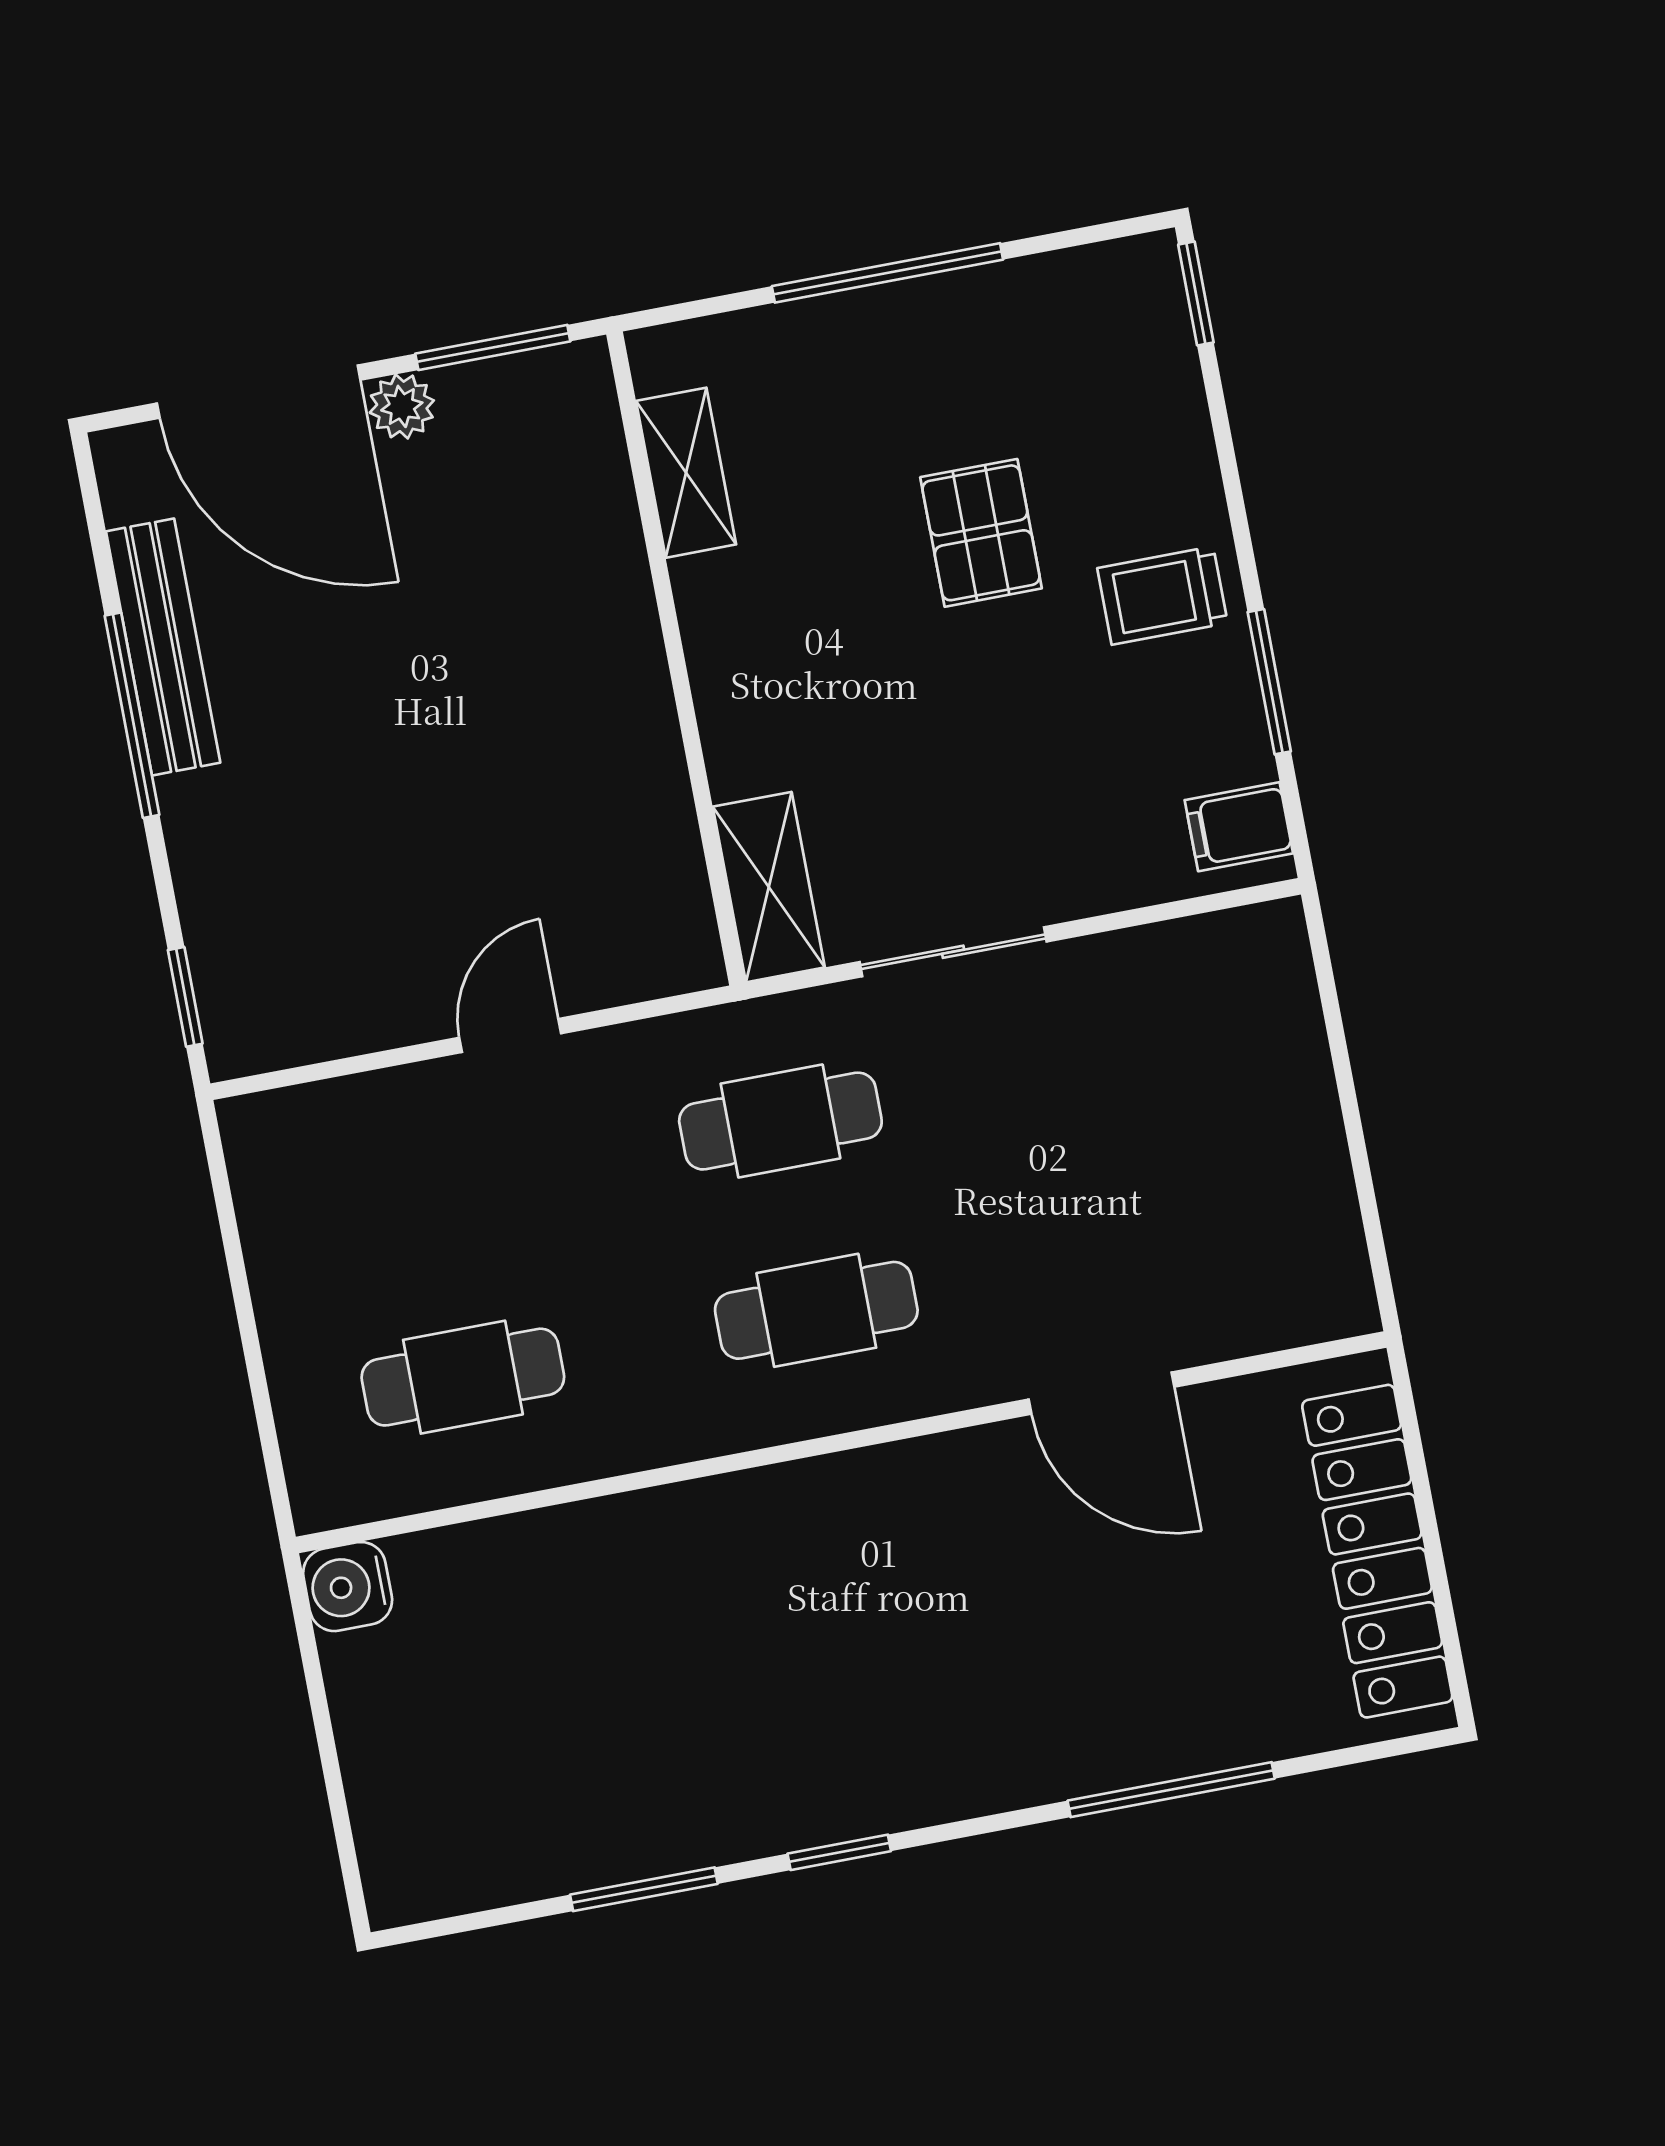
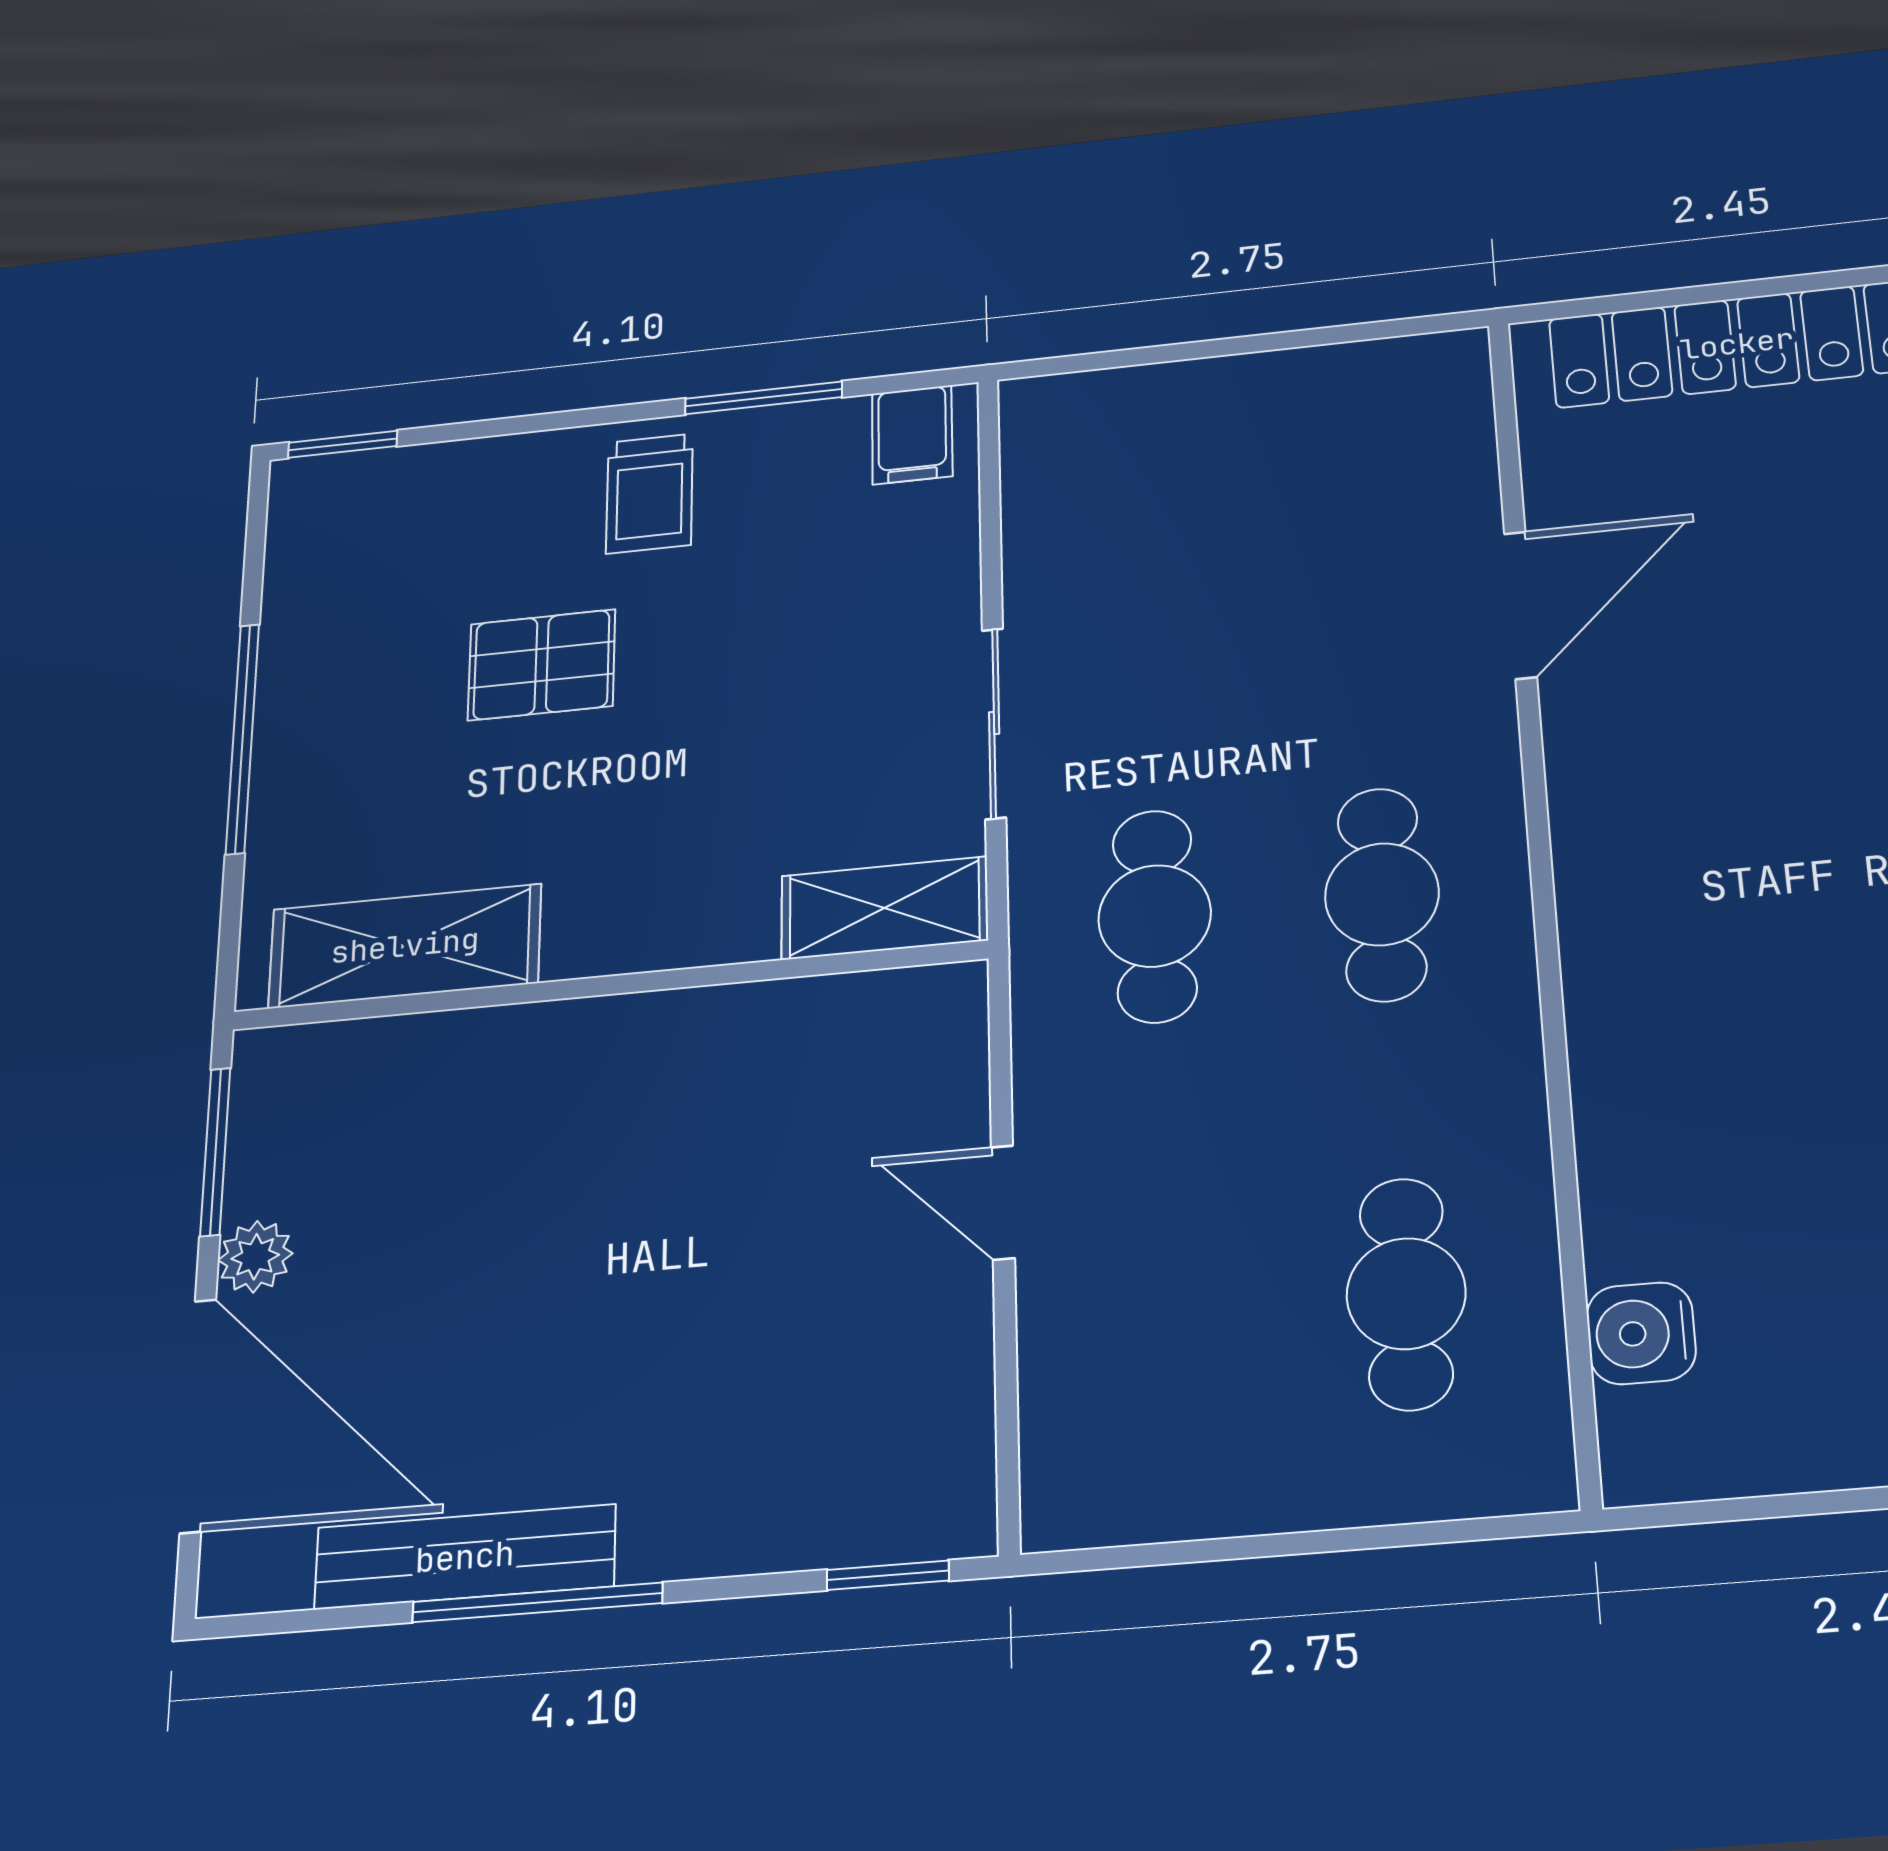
door: (259, 392) -> (198, 1415), hinge flipped
shelving: (686, 473) -> (405, 946), width x1.50, depth x1.33
water cooler: (348, 1587) -> (1641, 1333), moved, turned 90

